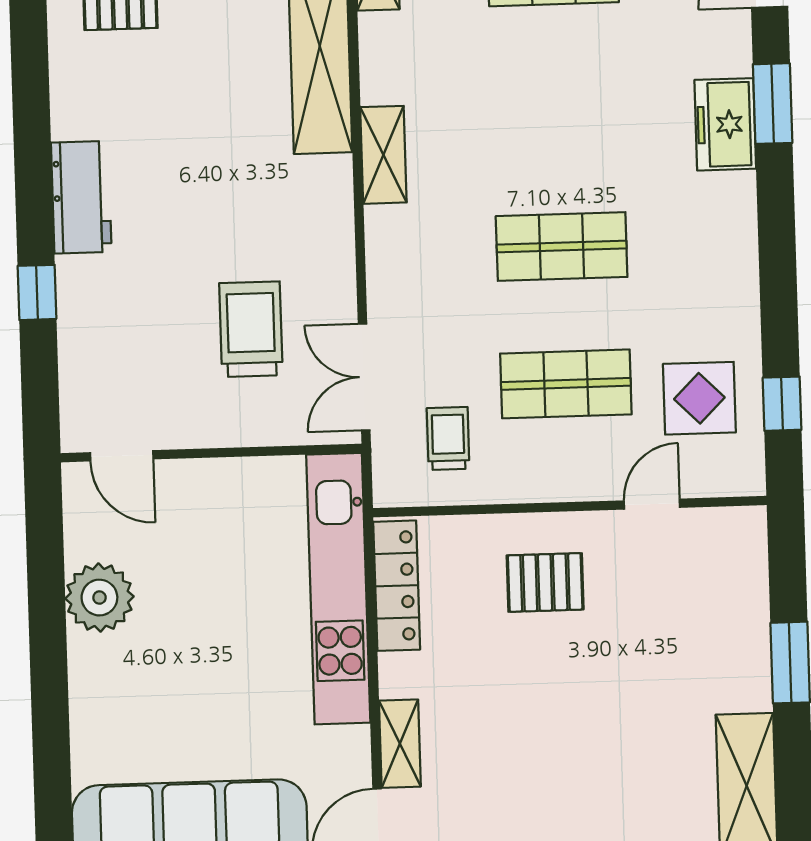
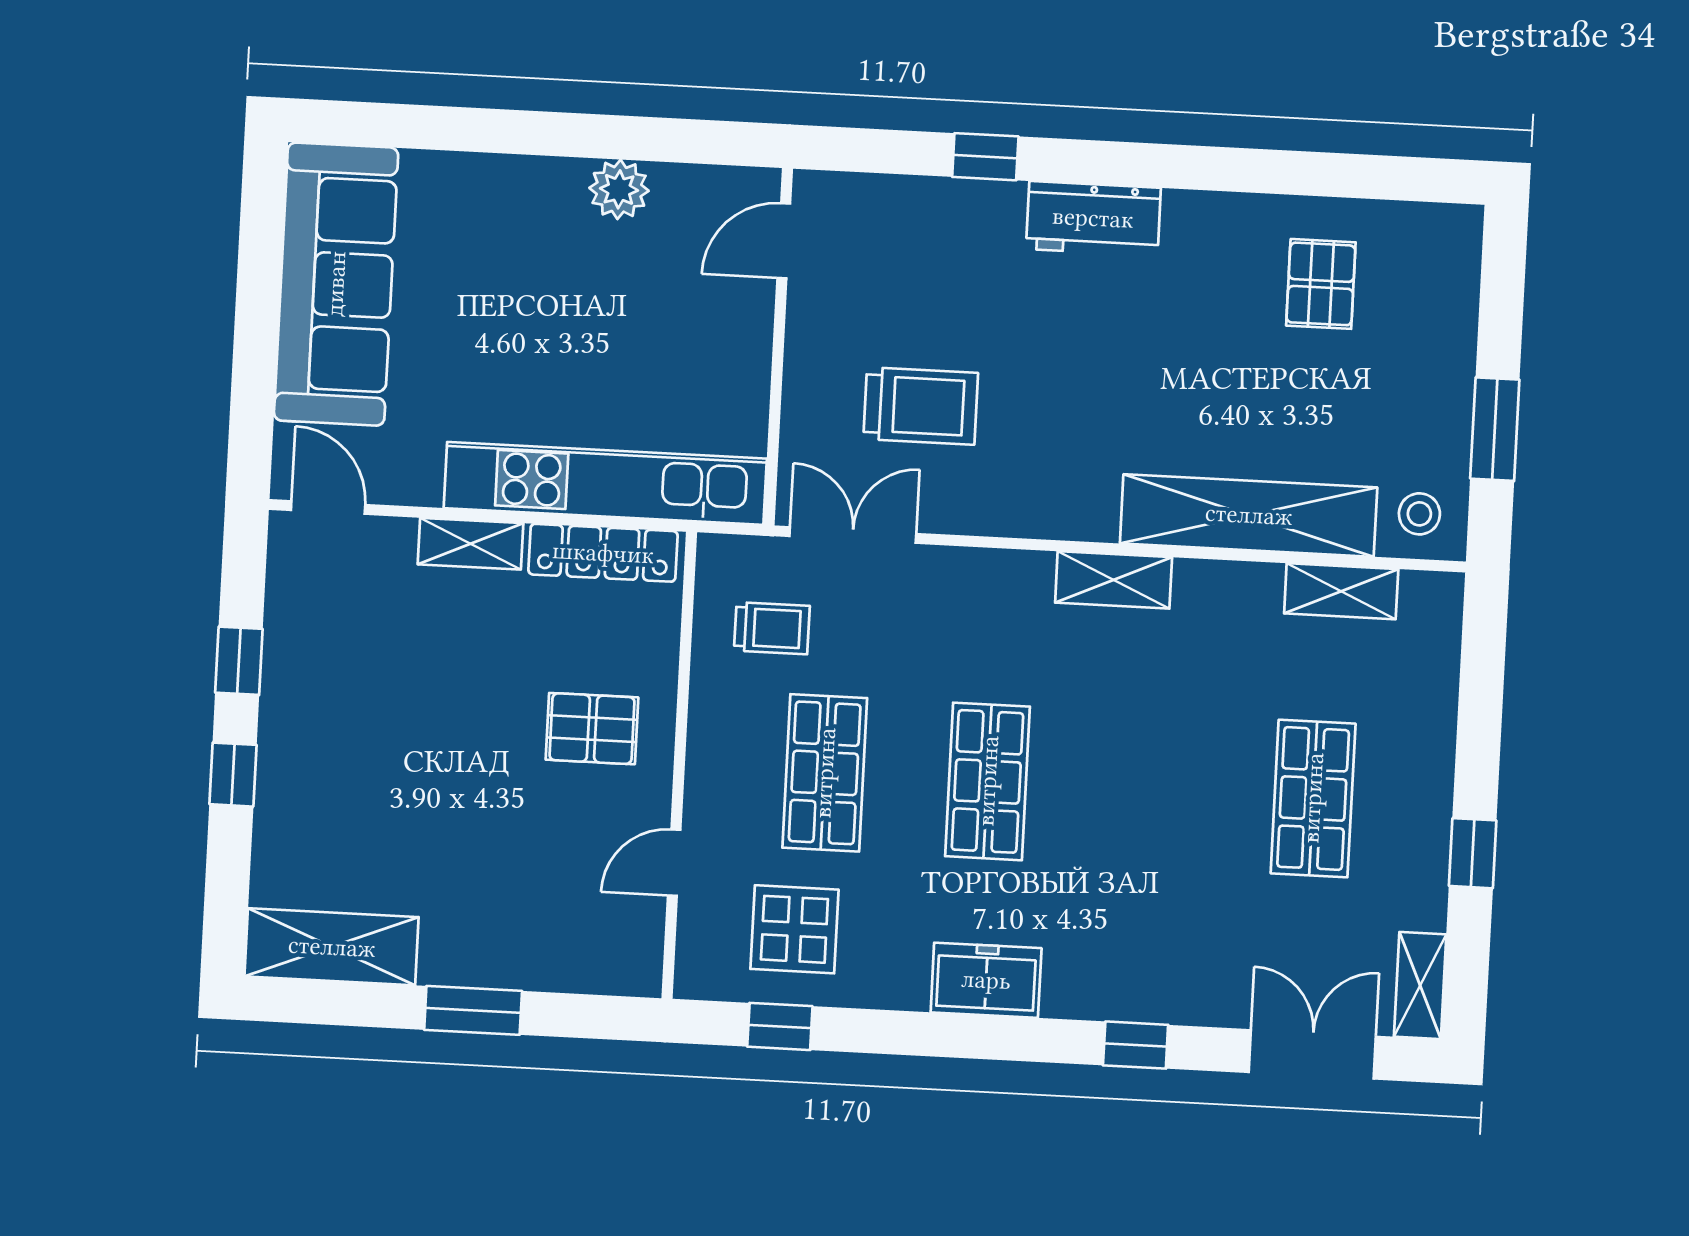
window: (773, 104) -> (1136, 1045), width x0.67
freezer: (725, 124) -> (986, 980), moved
door: (652, 504) -> (674, 863), swing flipped
pallet: (545, 582) -> (592, 729), turned 90
plant: (99, 598) -> (619, 189), width x0.73, depth x0.73
shelving: (400, 744) -> (470, 544), moved

